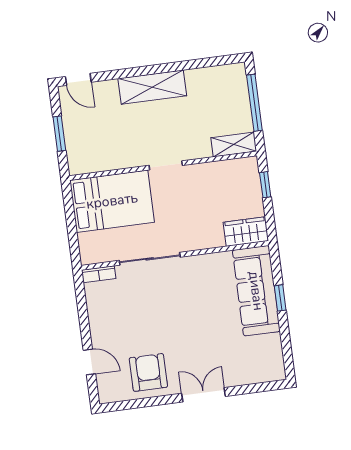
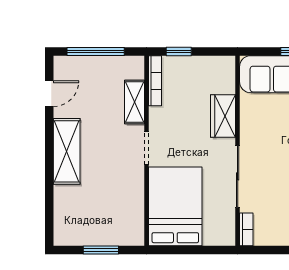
door: (78, 79) -> (49, 94), moved
shelving: (234, 144) -> (135, 102), moved
bookcase: (233, 165) -> (155, 81), added
wardrobe: (246, 232) -> (223, 116), moved

